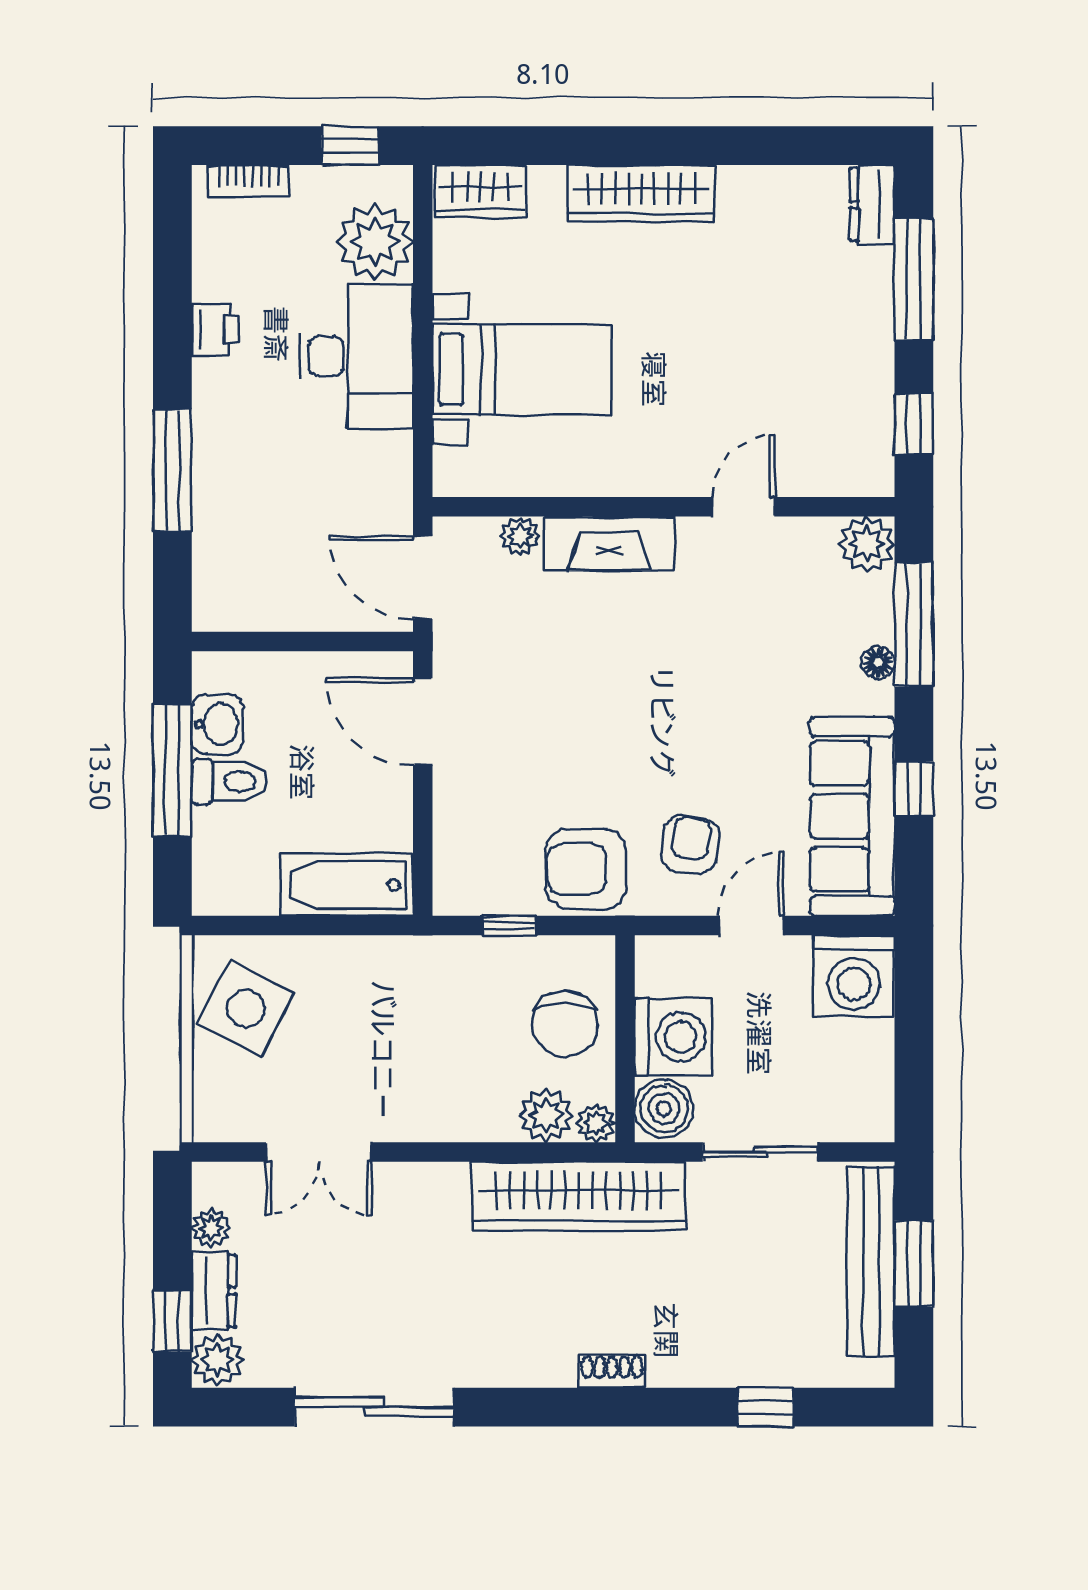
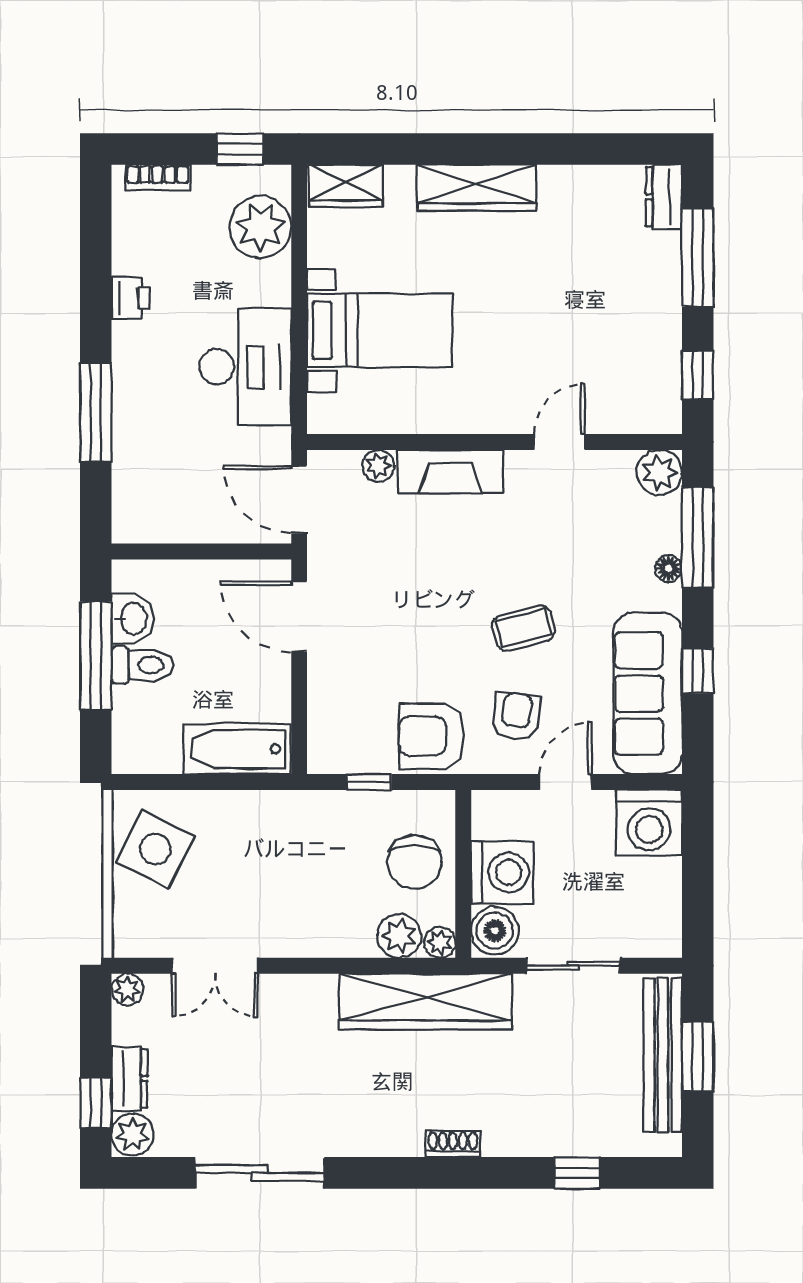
desk: (356, 356) -> (245, 367), moved
coffee table: (699, 736) -> (523, 628), added
plant: (211, 1228) -> (127, 989), moved

